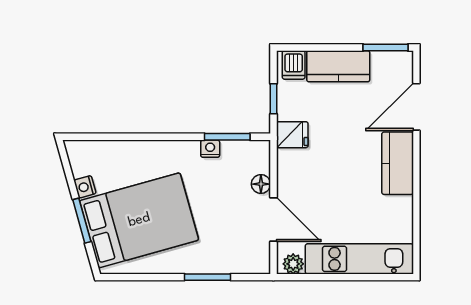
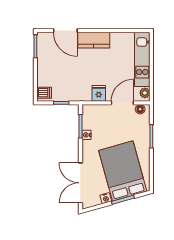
kitchen counter: (338, 66) -> (45, 70), removed
fridge: (292, 135) -> (99, 93), moved
double door: (115, 137) -> (80, 183), added
floor lamp: (261, 184) -> (140, 109), moved

